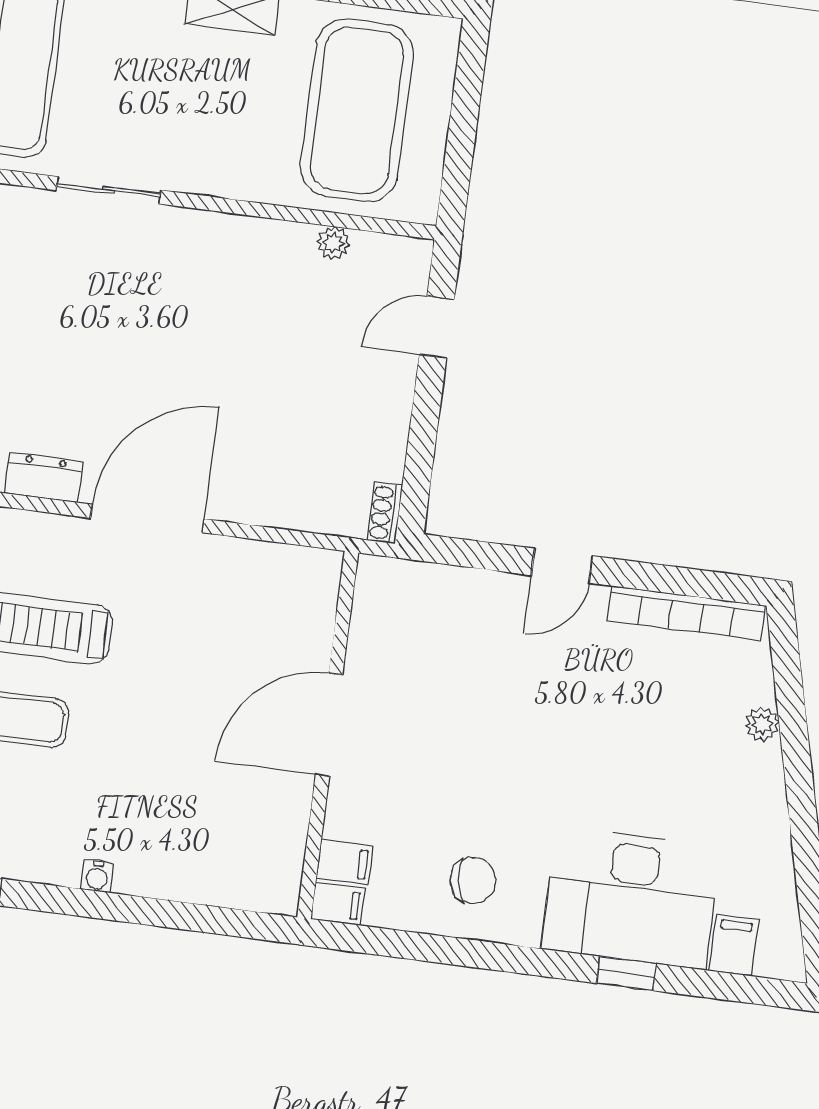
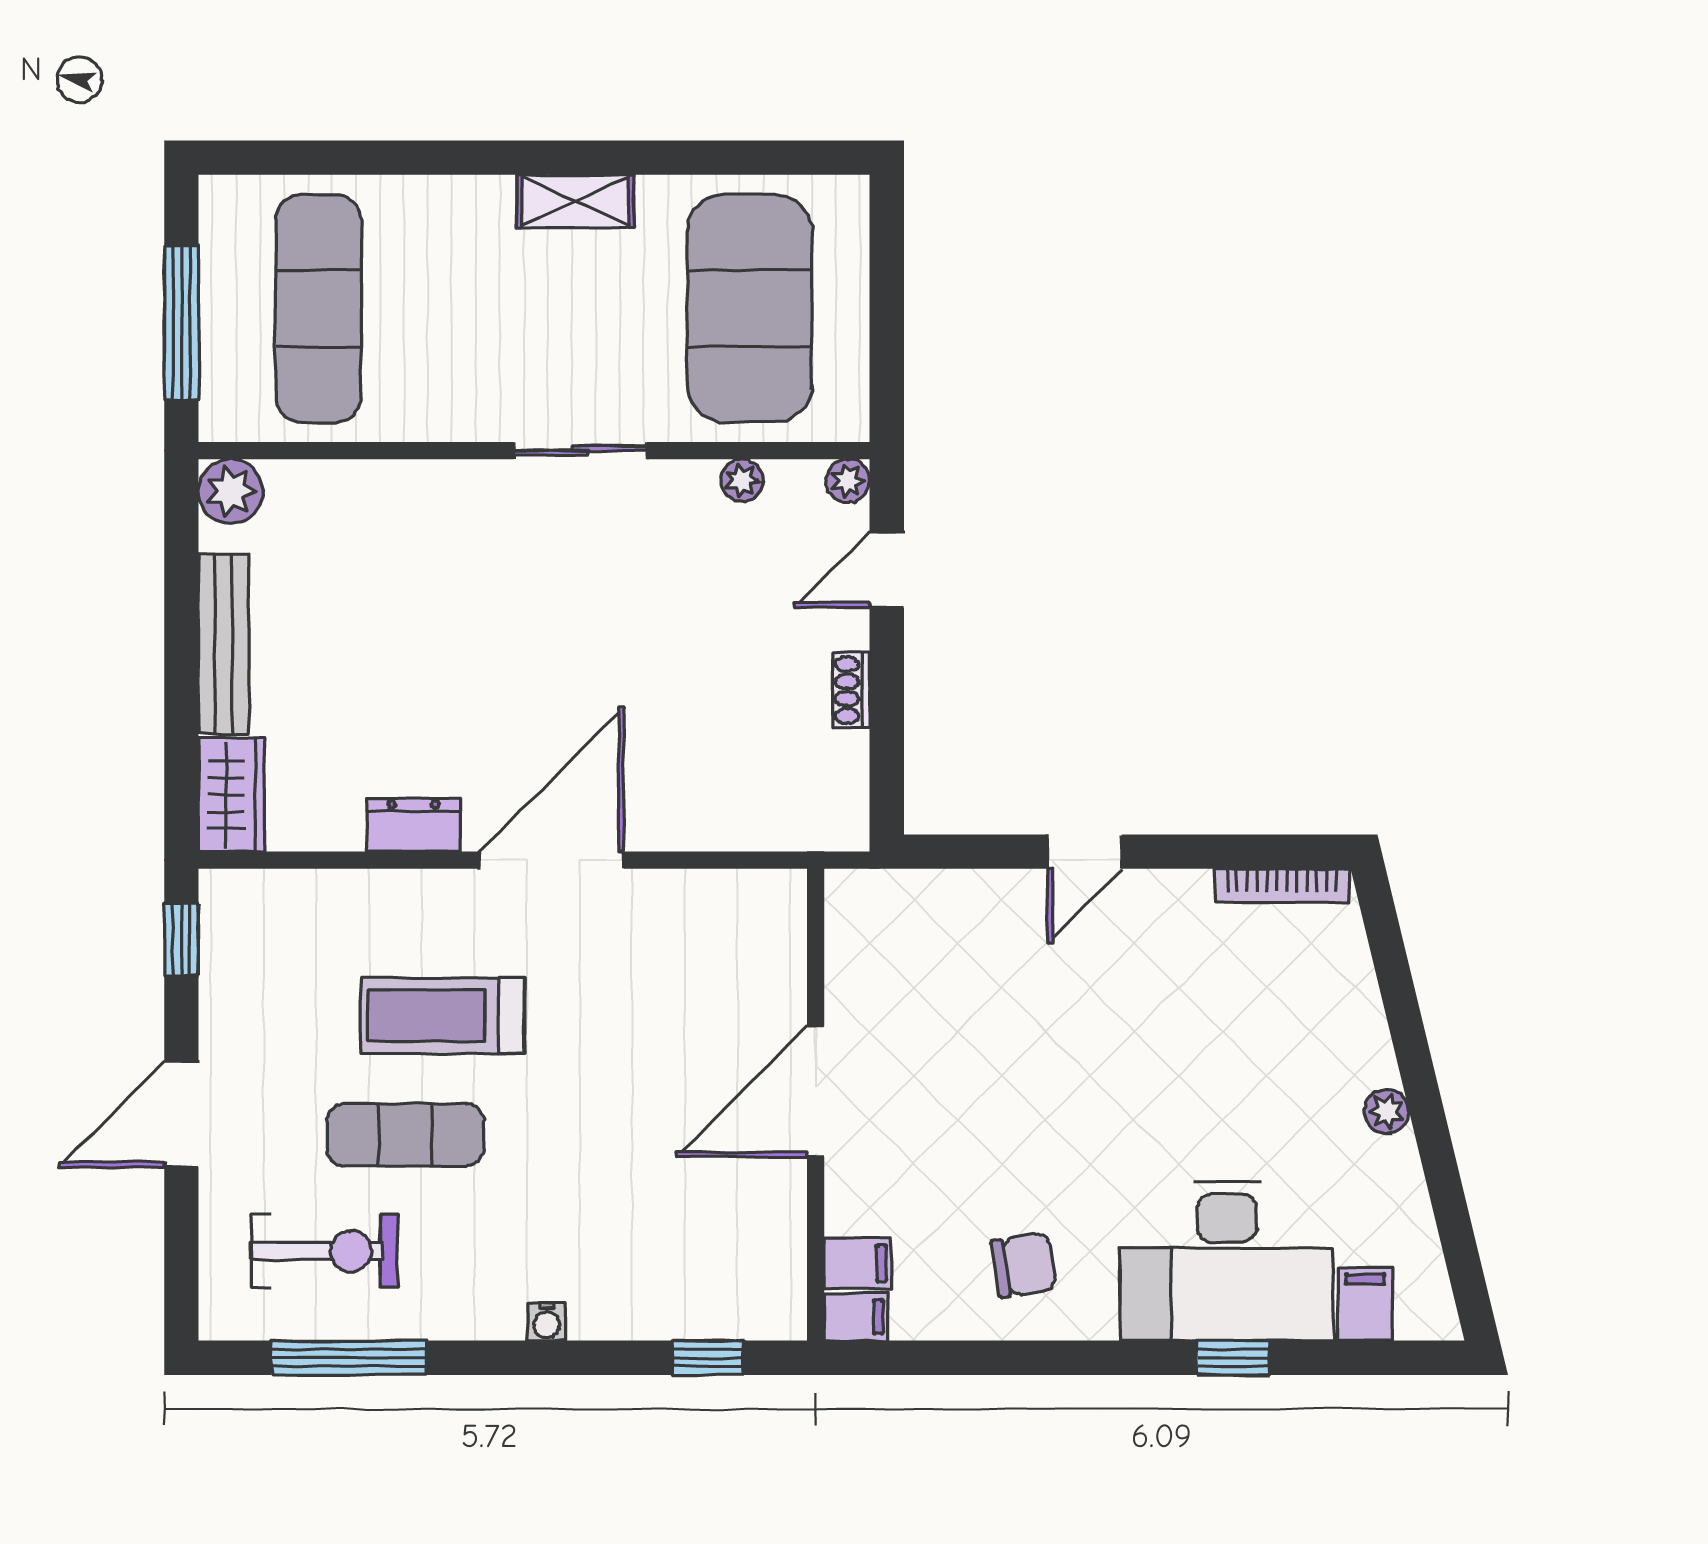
sliding door: (108, 190) -> (580, 451), moved
plant: (416, 254) -> (848, 481), added
shoe rack: (385, 513) -> (851, 690), moved
bookcase: (686, 613) -> (1282, 886), width x0.68, depth x0.76
plant: (762, 724) -> (1386, 1111), moved
window: (219, 921) -> (708, 1358), added

